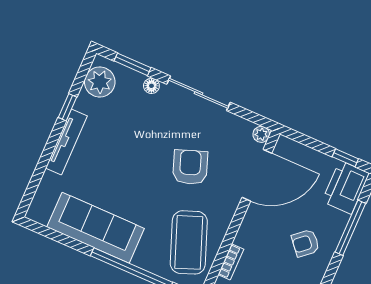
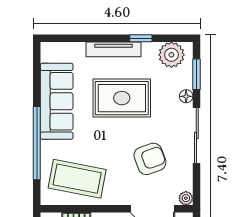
rug: (123, 156) -> (122, 98), added
armchair: (190, 167) -> (150, 159), moved
coffee table: (189, 242) -> (77, 179), turned 32

